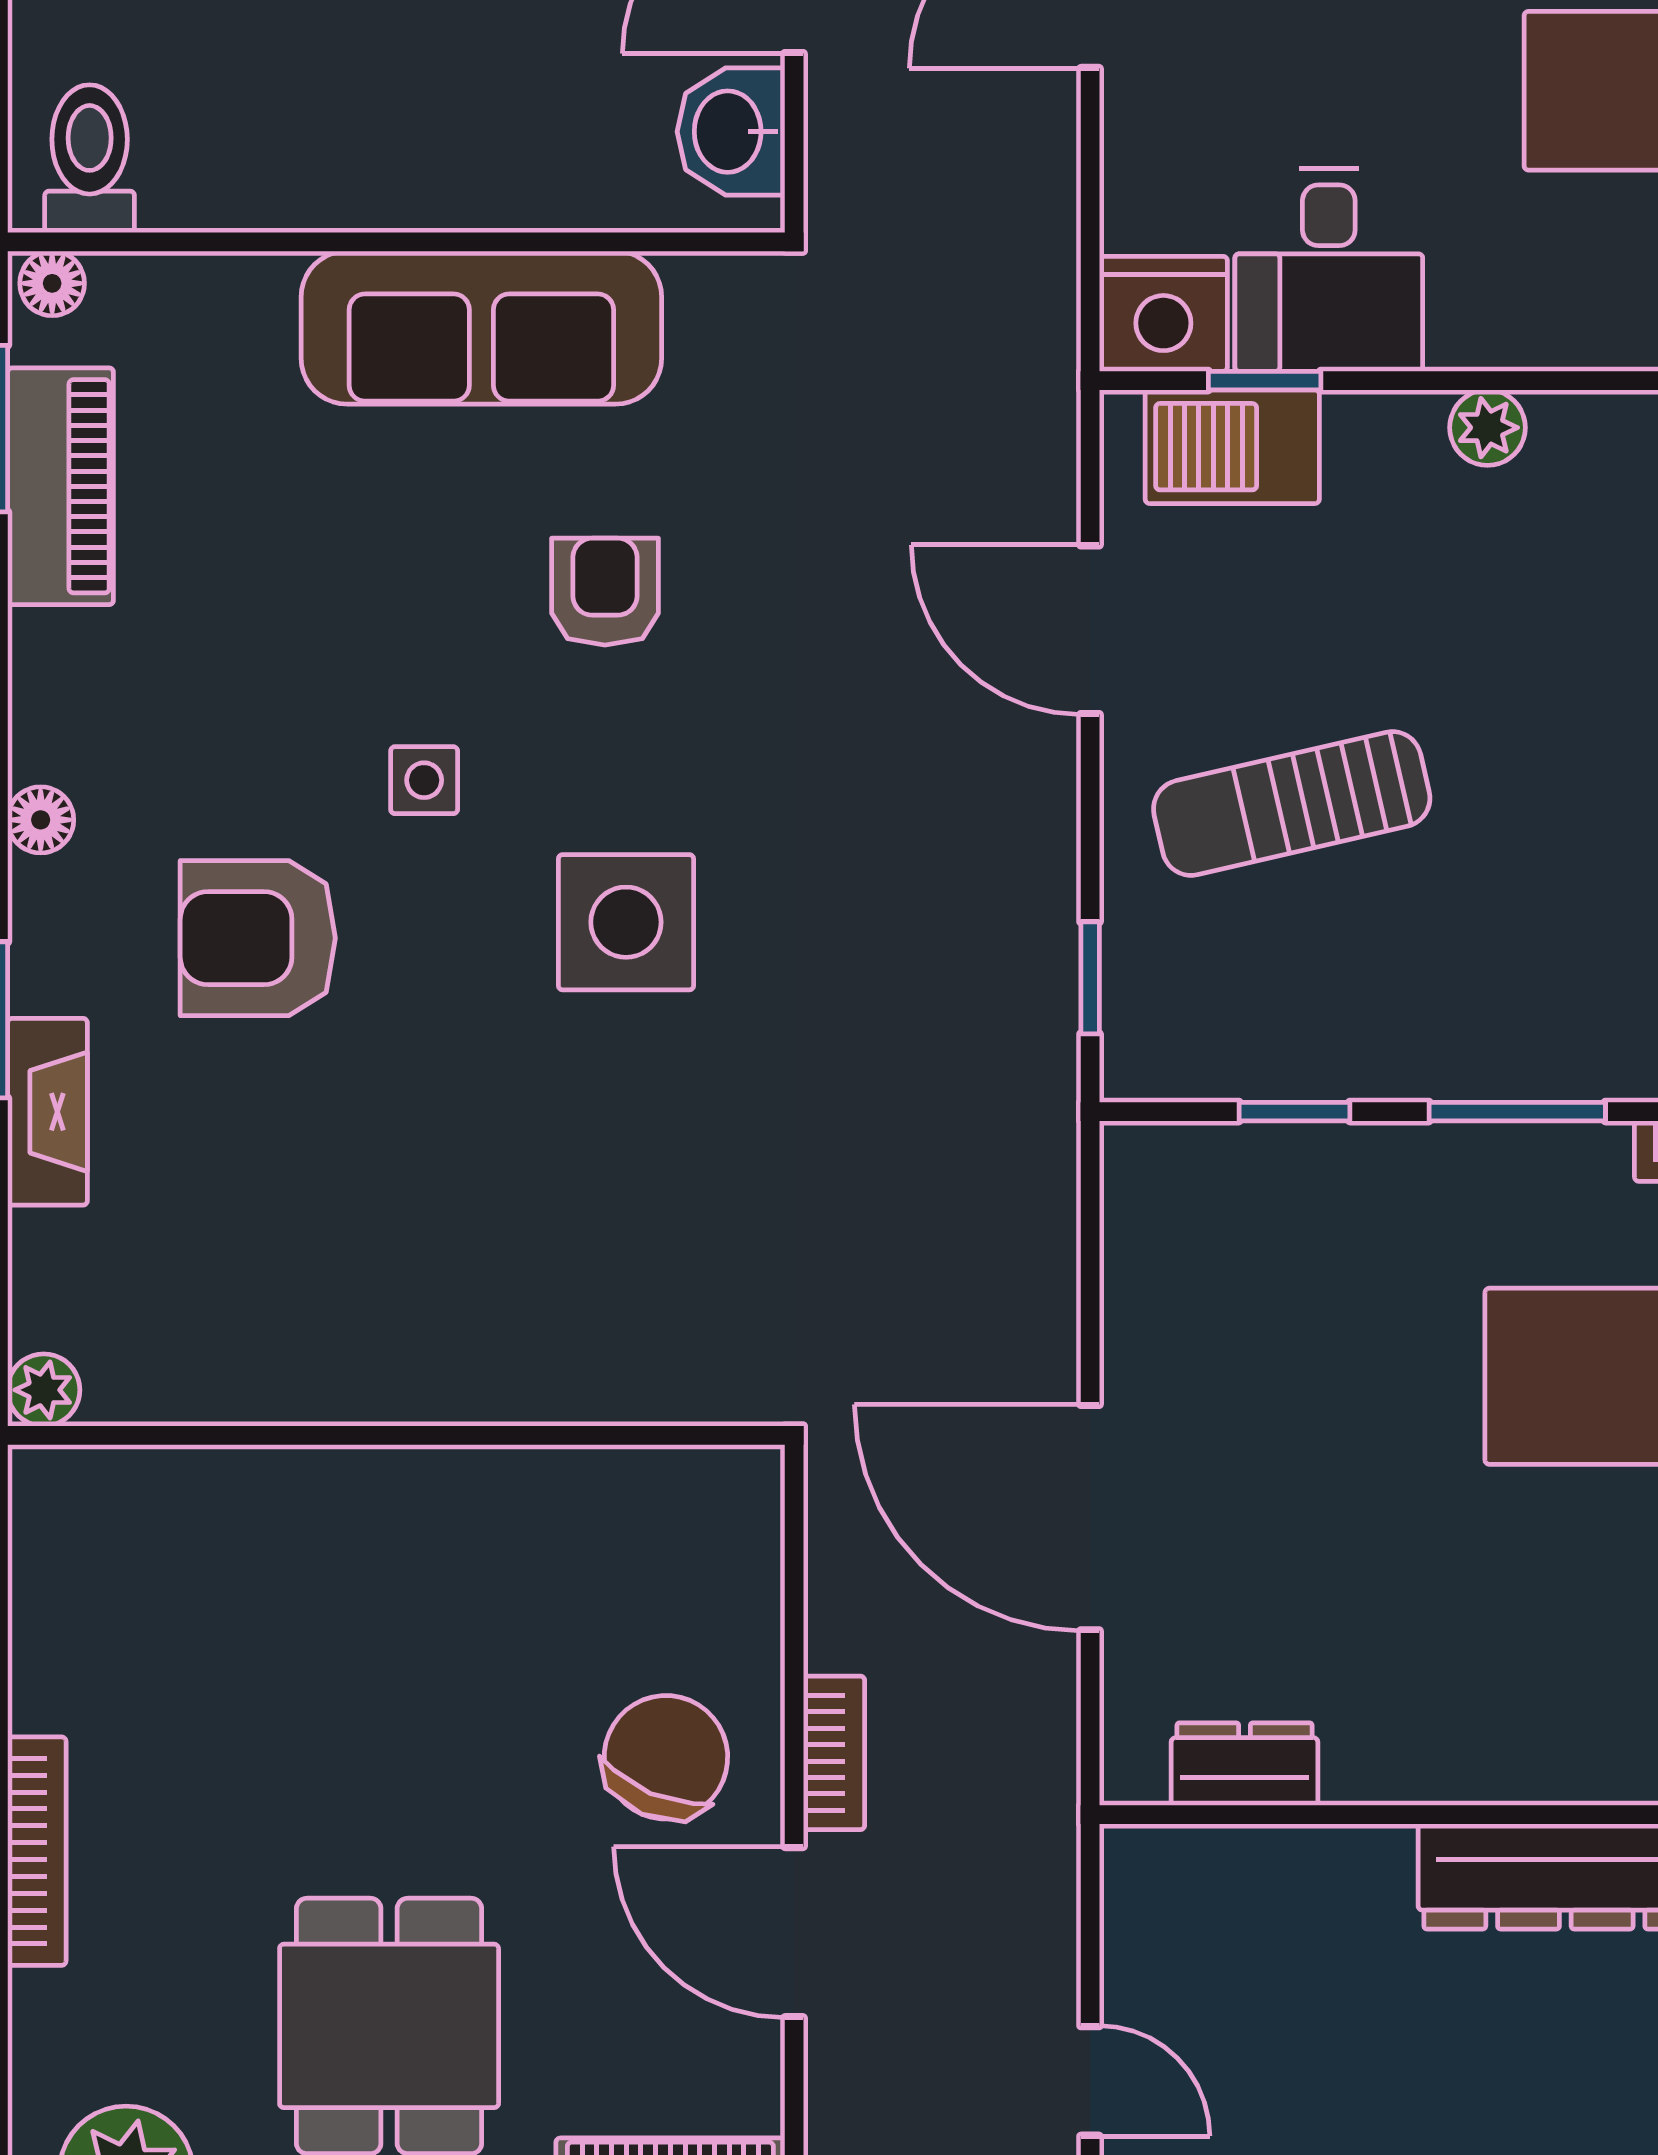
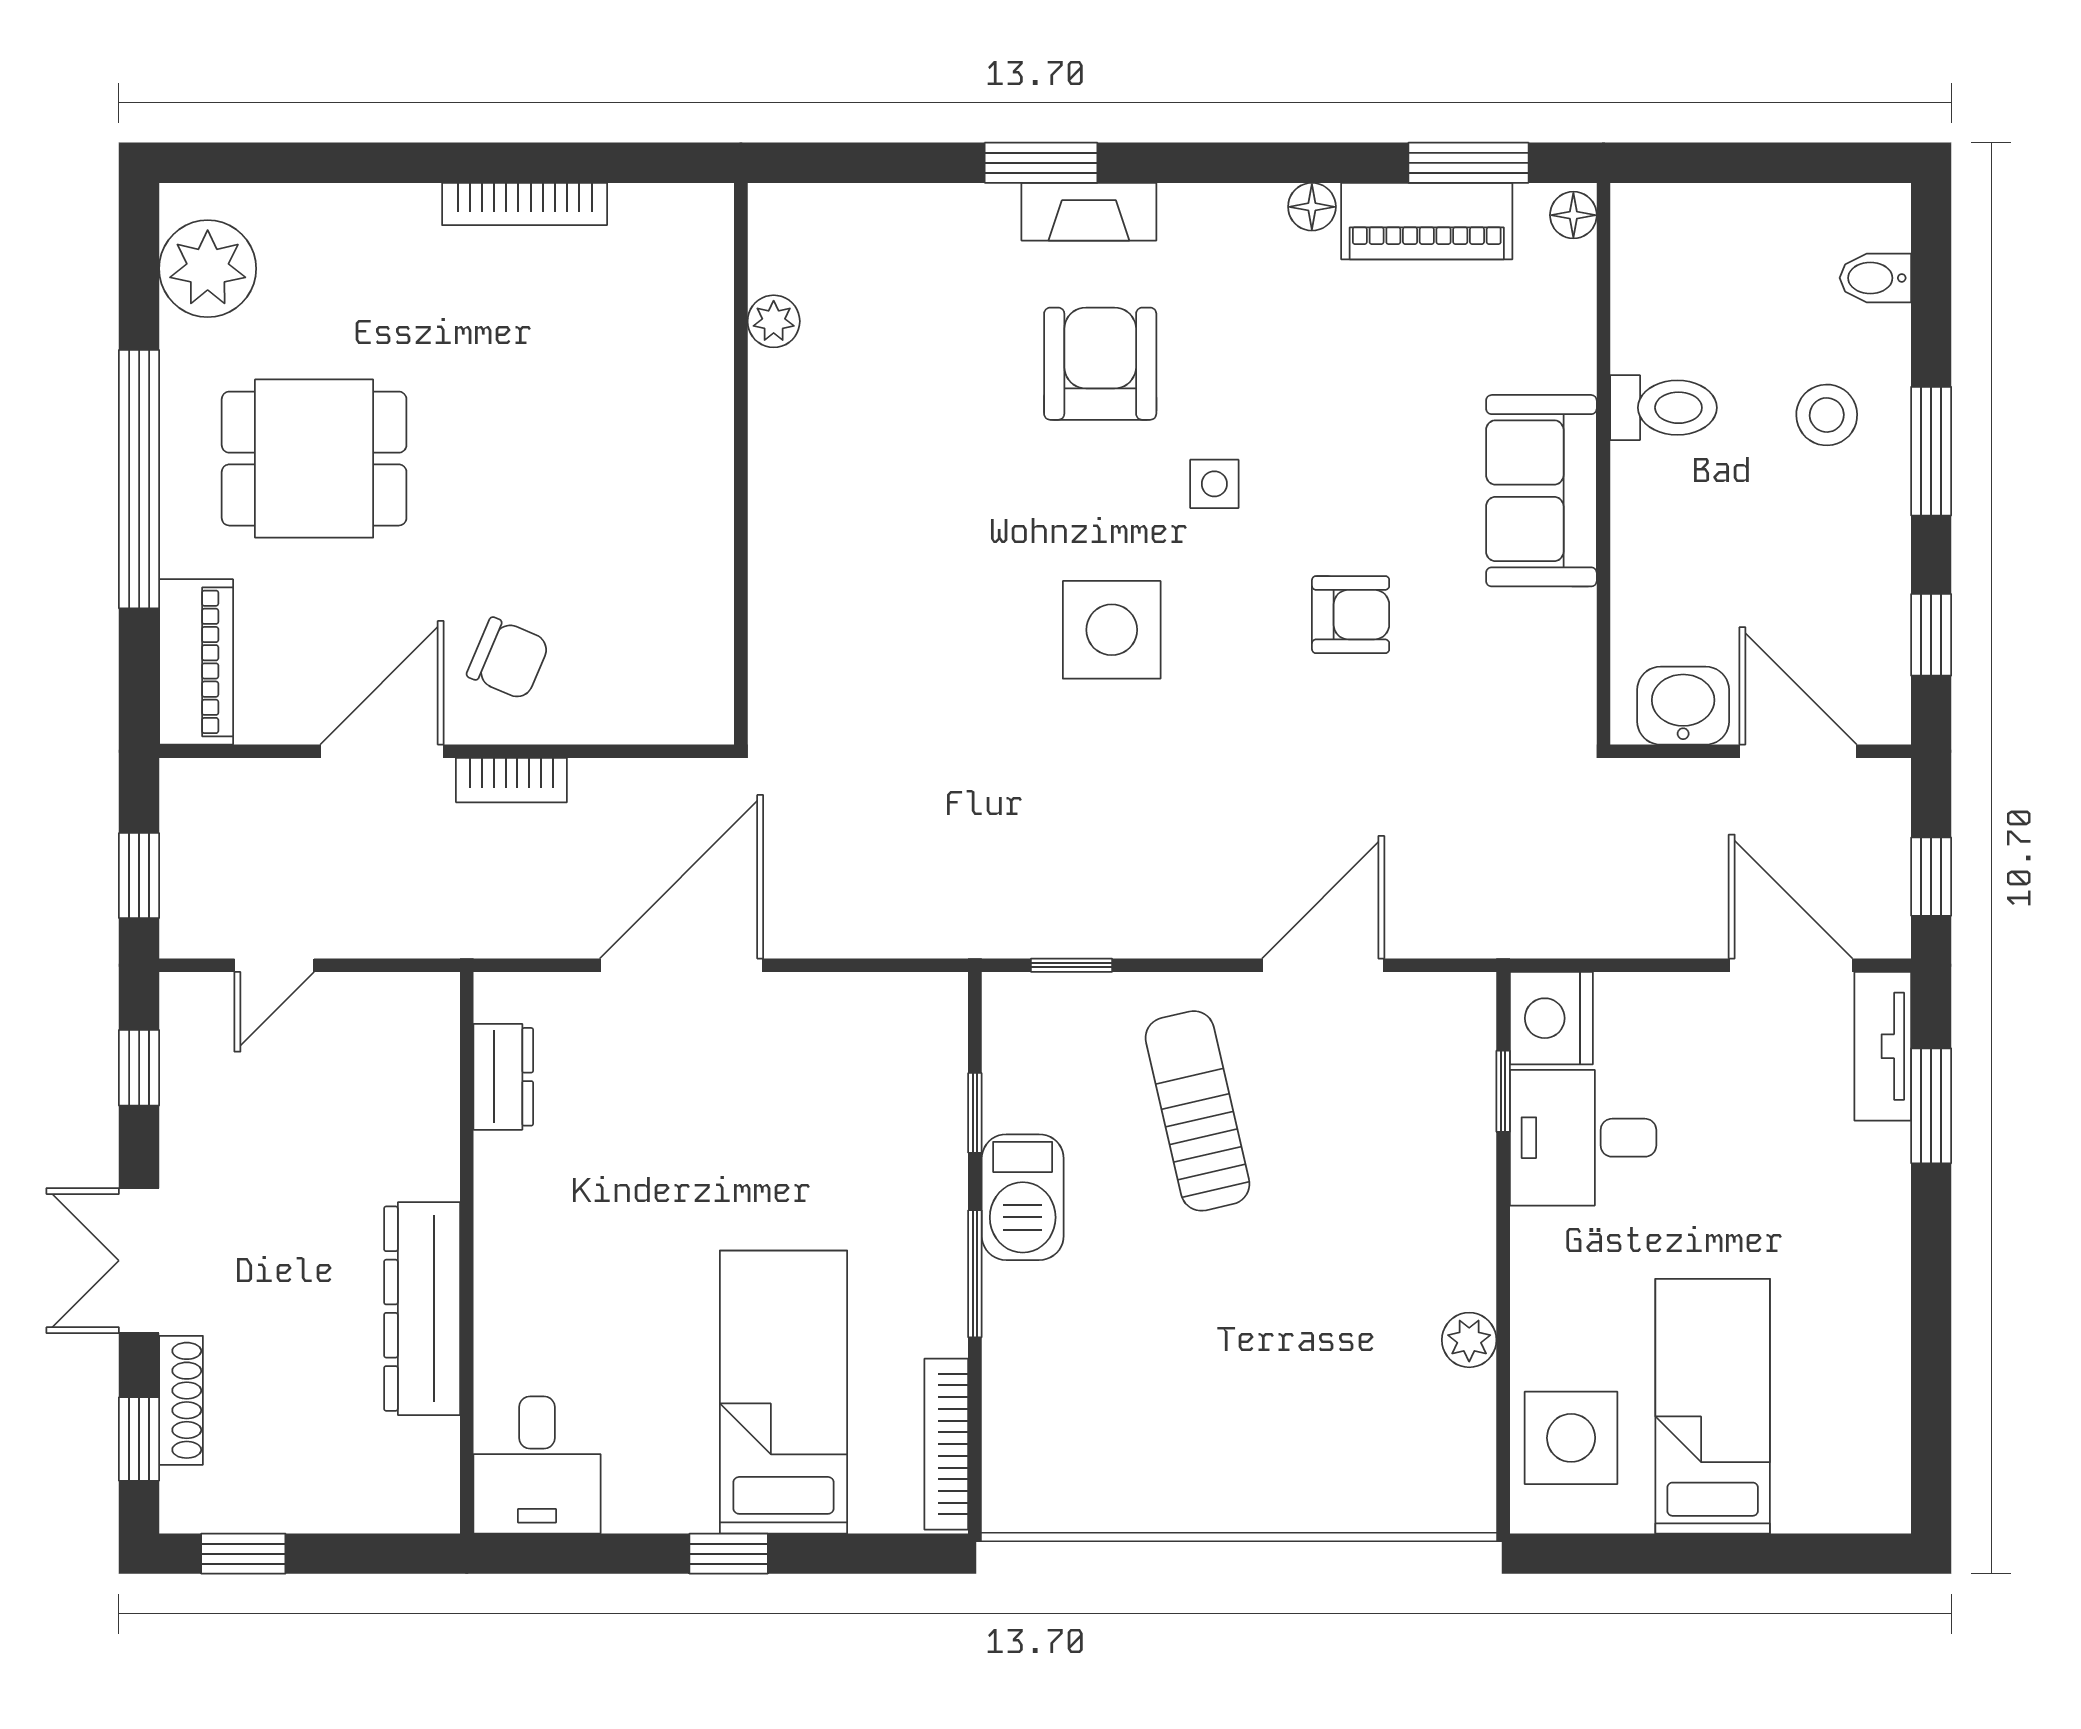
toilet: (90, 159) -> (1664, 408), moved
sofa: (481, 328) -> (1541, 491), width x0.73
plant: (1487, 428) -> (1469, 1340), moved
barbecue: (1232, 447) -> (1023, 1197), moved, turned 180
floor lamp: (41, 820) -> (1312, 207), moved
fireplace: (47, 1112) -> (1089, 212), moved
plant: (44, 1390) -> (774, 321), moved
chair: (666, 1757) -> (508, 659), width x0.73, depth x0.73
bookcase: (37, 1851) -> (525, 204), moved

